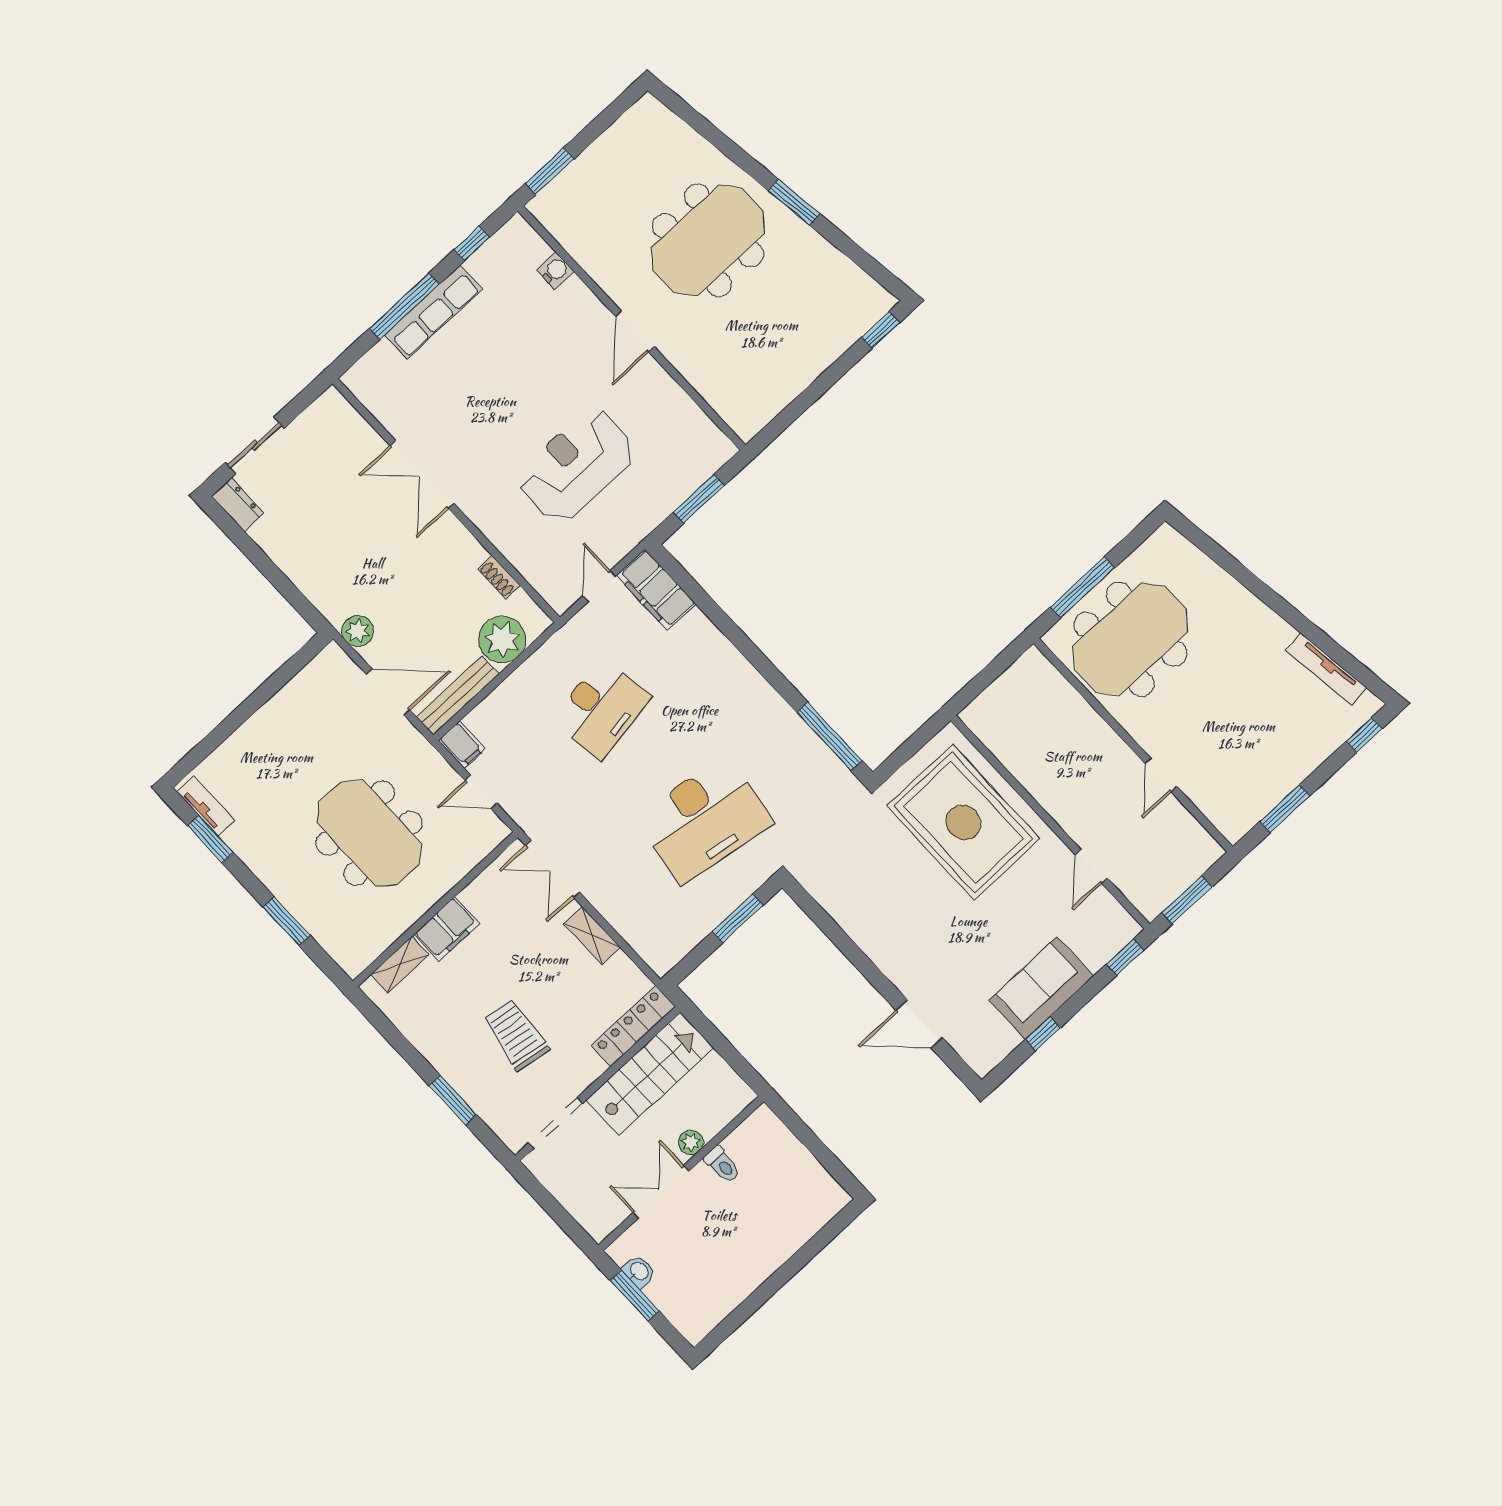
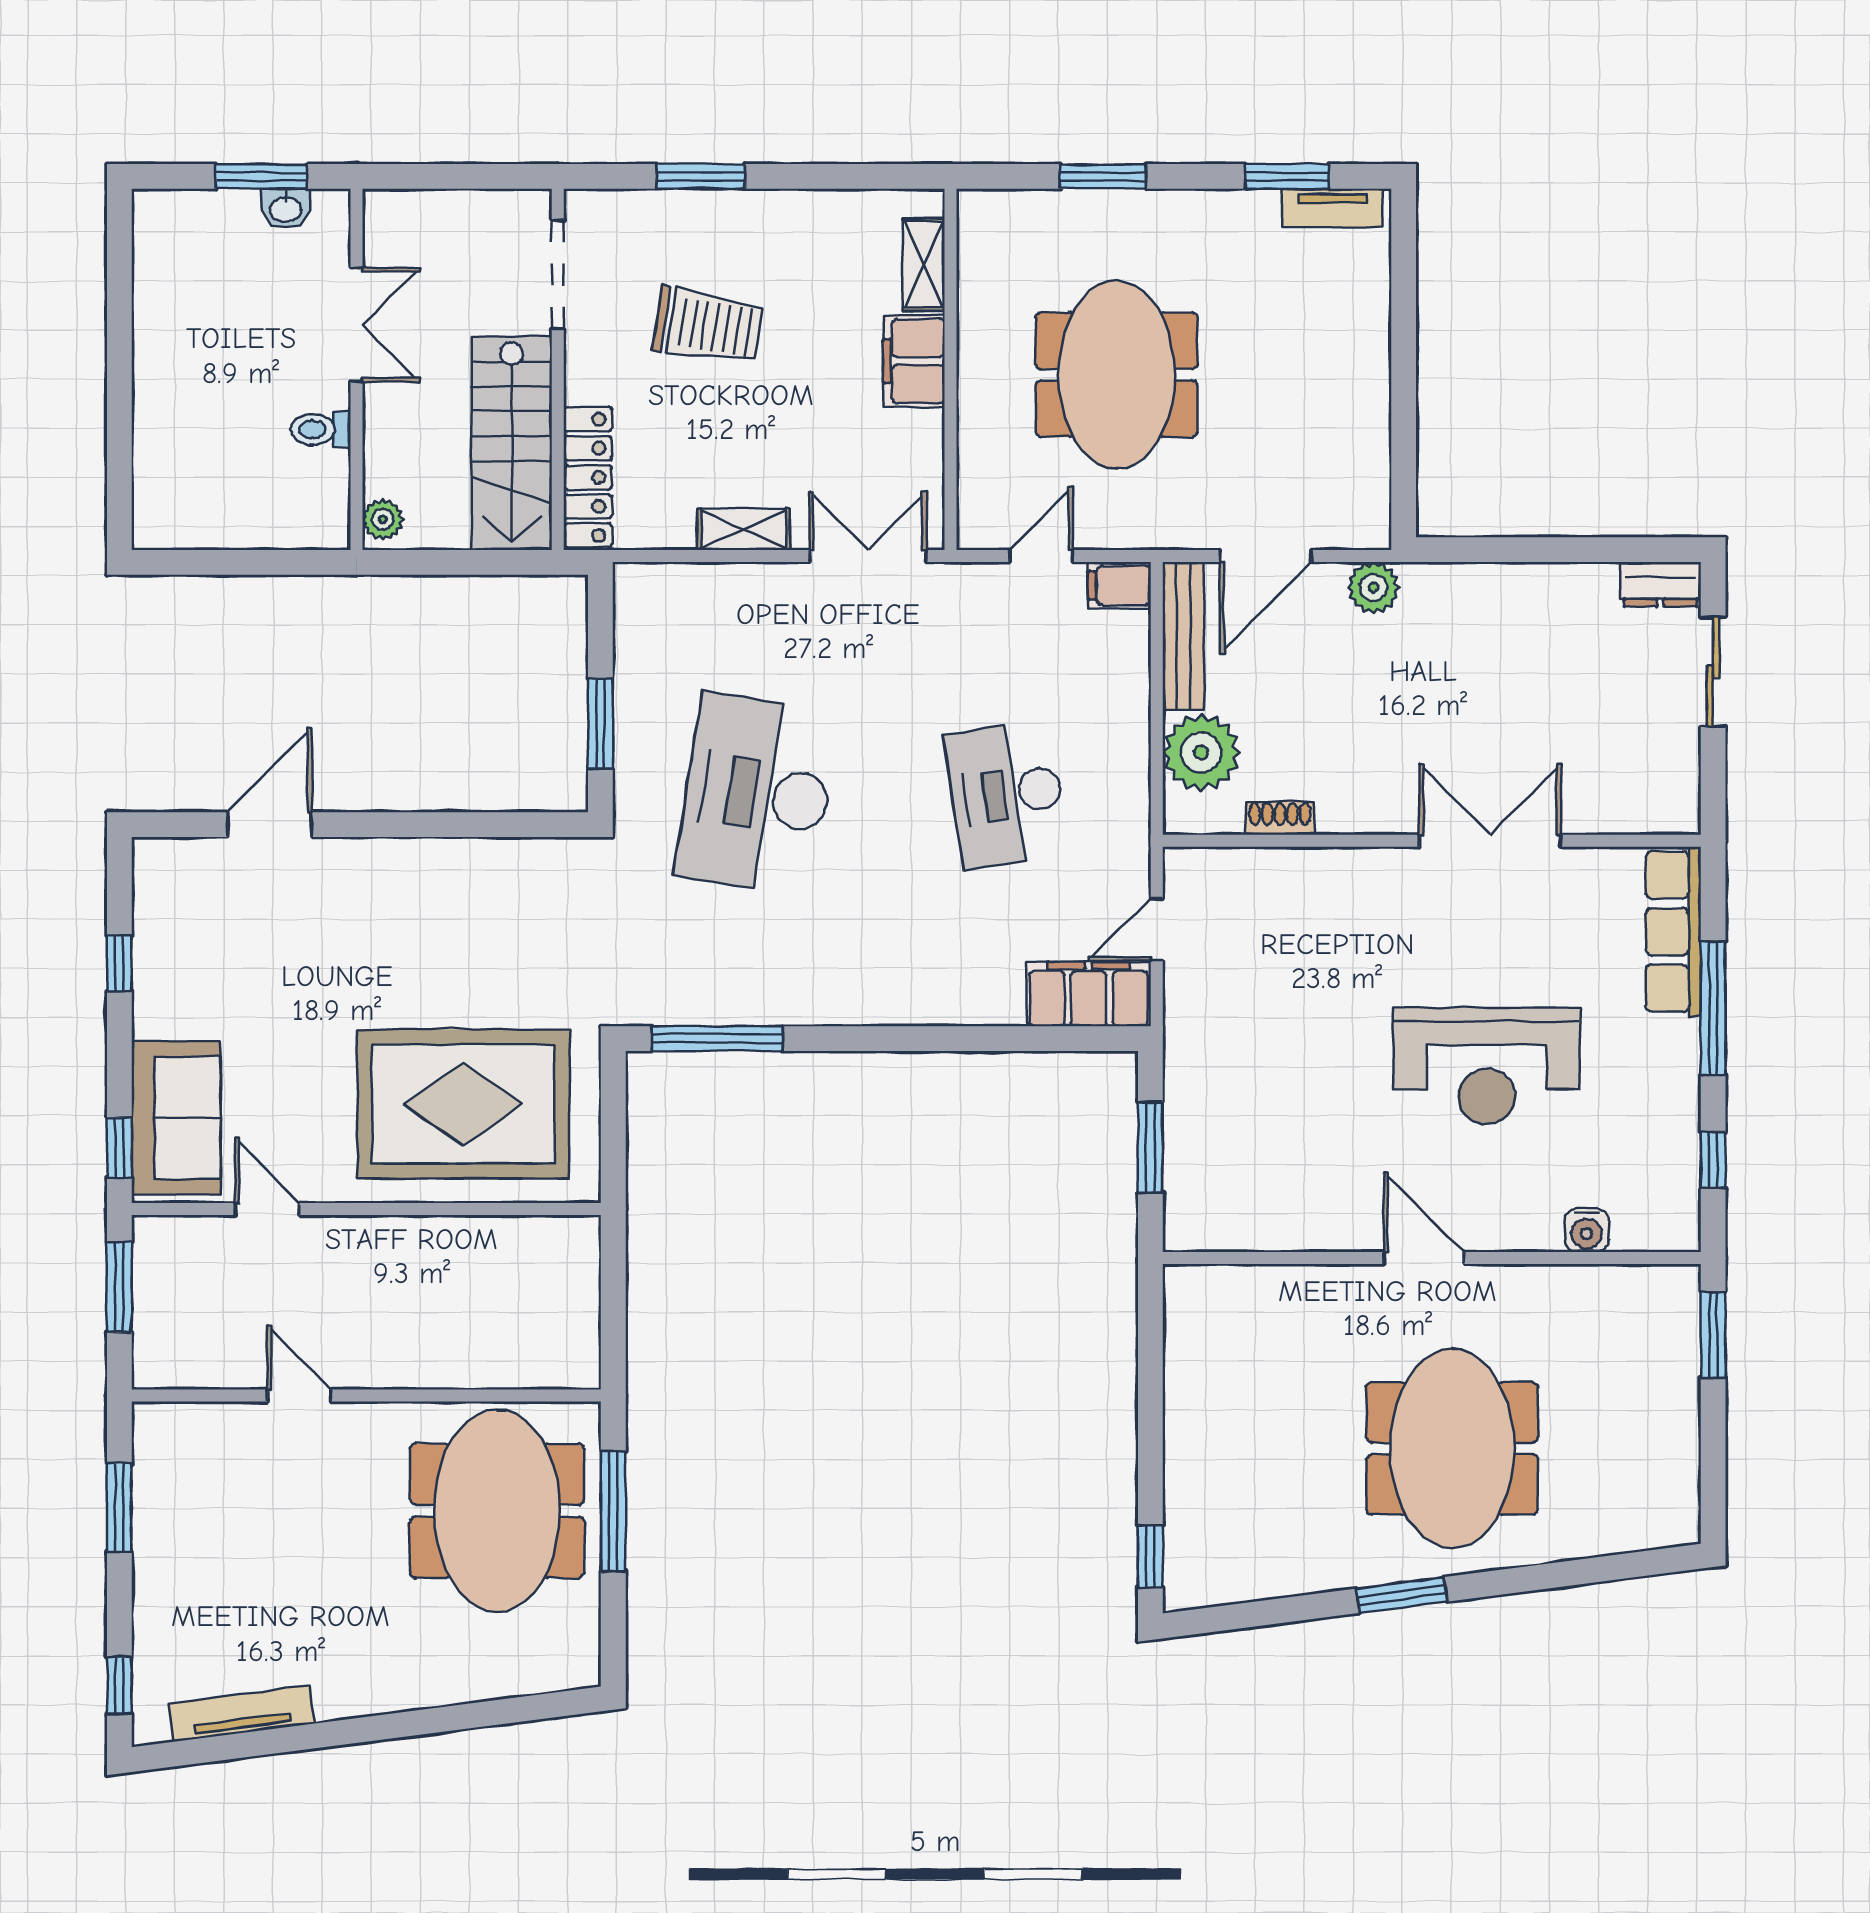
row of seats: (433, 312) -> (1673, 932), moved
reception desk: (576, 465) -> (1487, 1066), moved, turned 90
door: (599, 586) -> (1157, 930), swing flipped
meeting table: (369, 833) -> (1117, 375), turned 90
sofa: (1041, 988) -> (176, 1118), moved
plant: (691, 1142) -> (383, 519), moved

